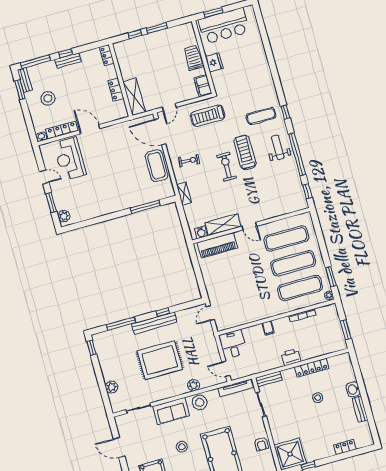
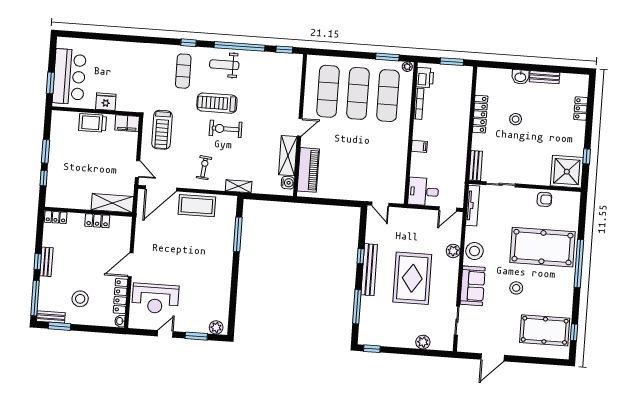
printer: (291, 357) -> (425, 78), moved, turned 180

